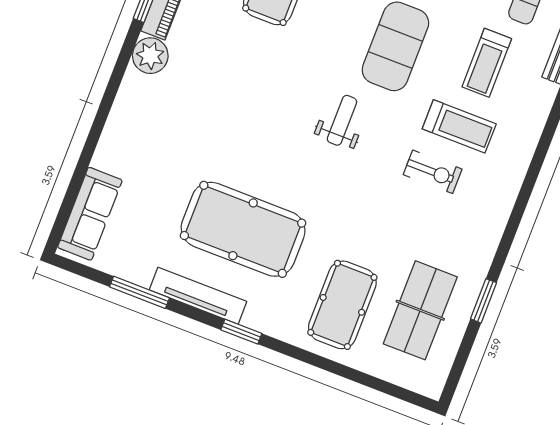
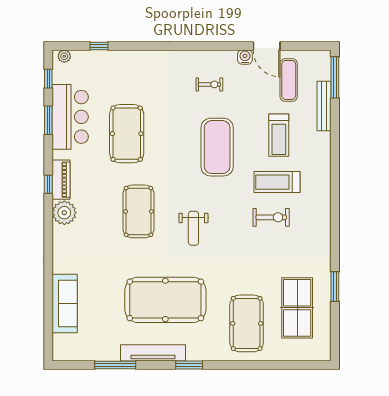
pool table: (253, 93) -> (138, 211), added
weight bench: (342, 120) -> (193, 228), moved, turned 180
treadmill: (459, 126) -> (277, 182), turned 180
sofa: (90, 214) -> (65, 304), moved

